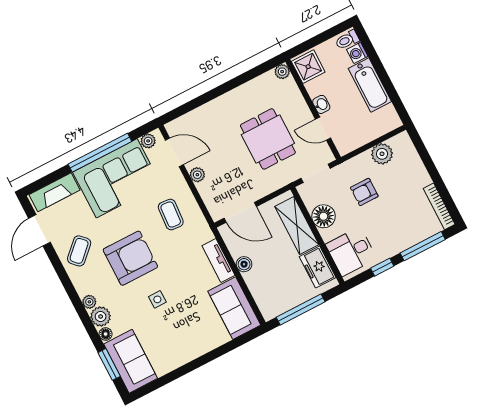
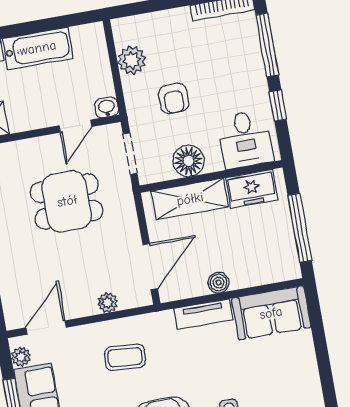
washbasin: (321, 104) -> (107, 108), moved
plant: (197, 175) -> (108, 303), moved

